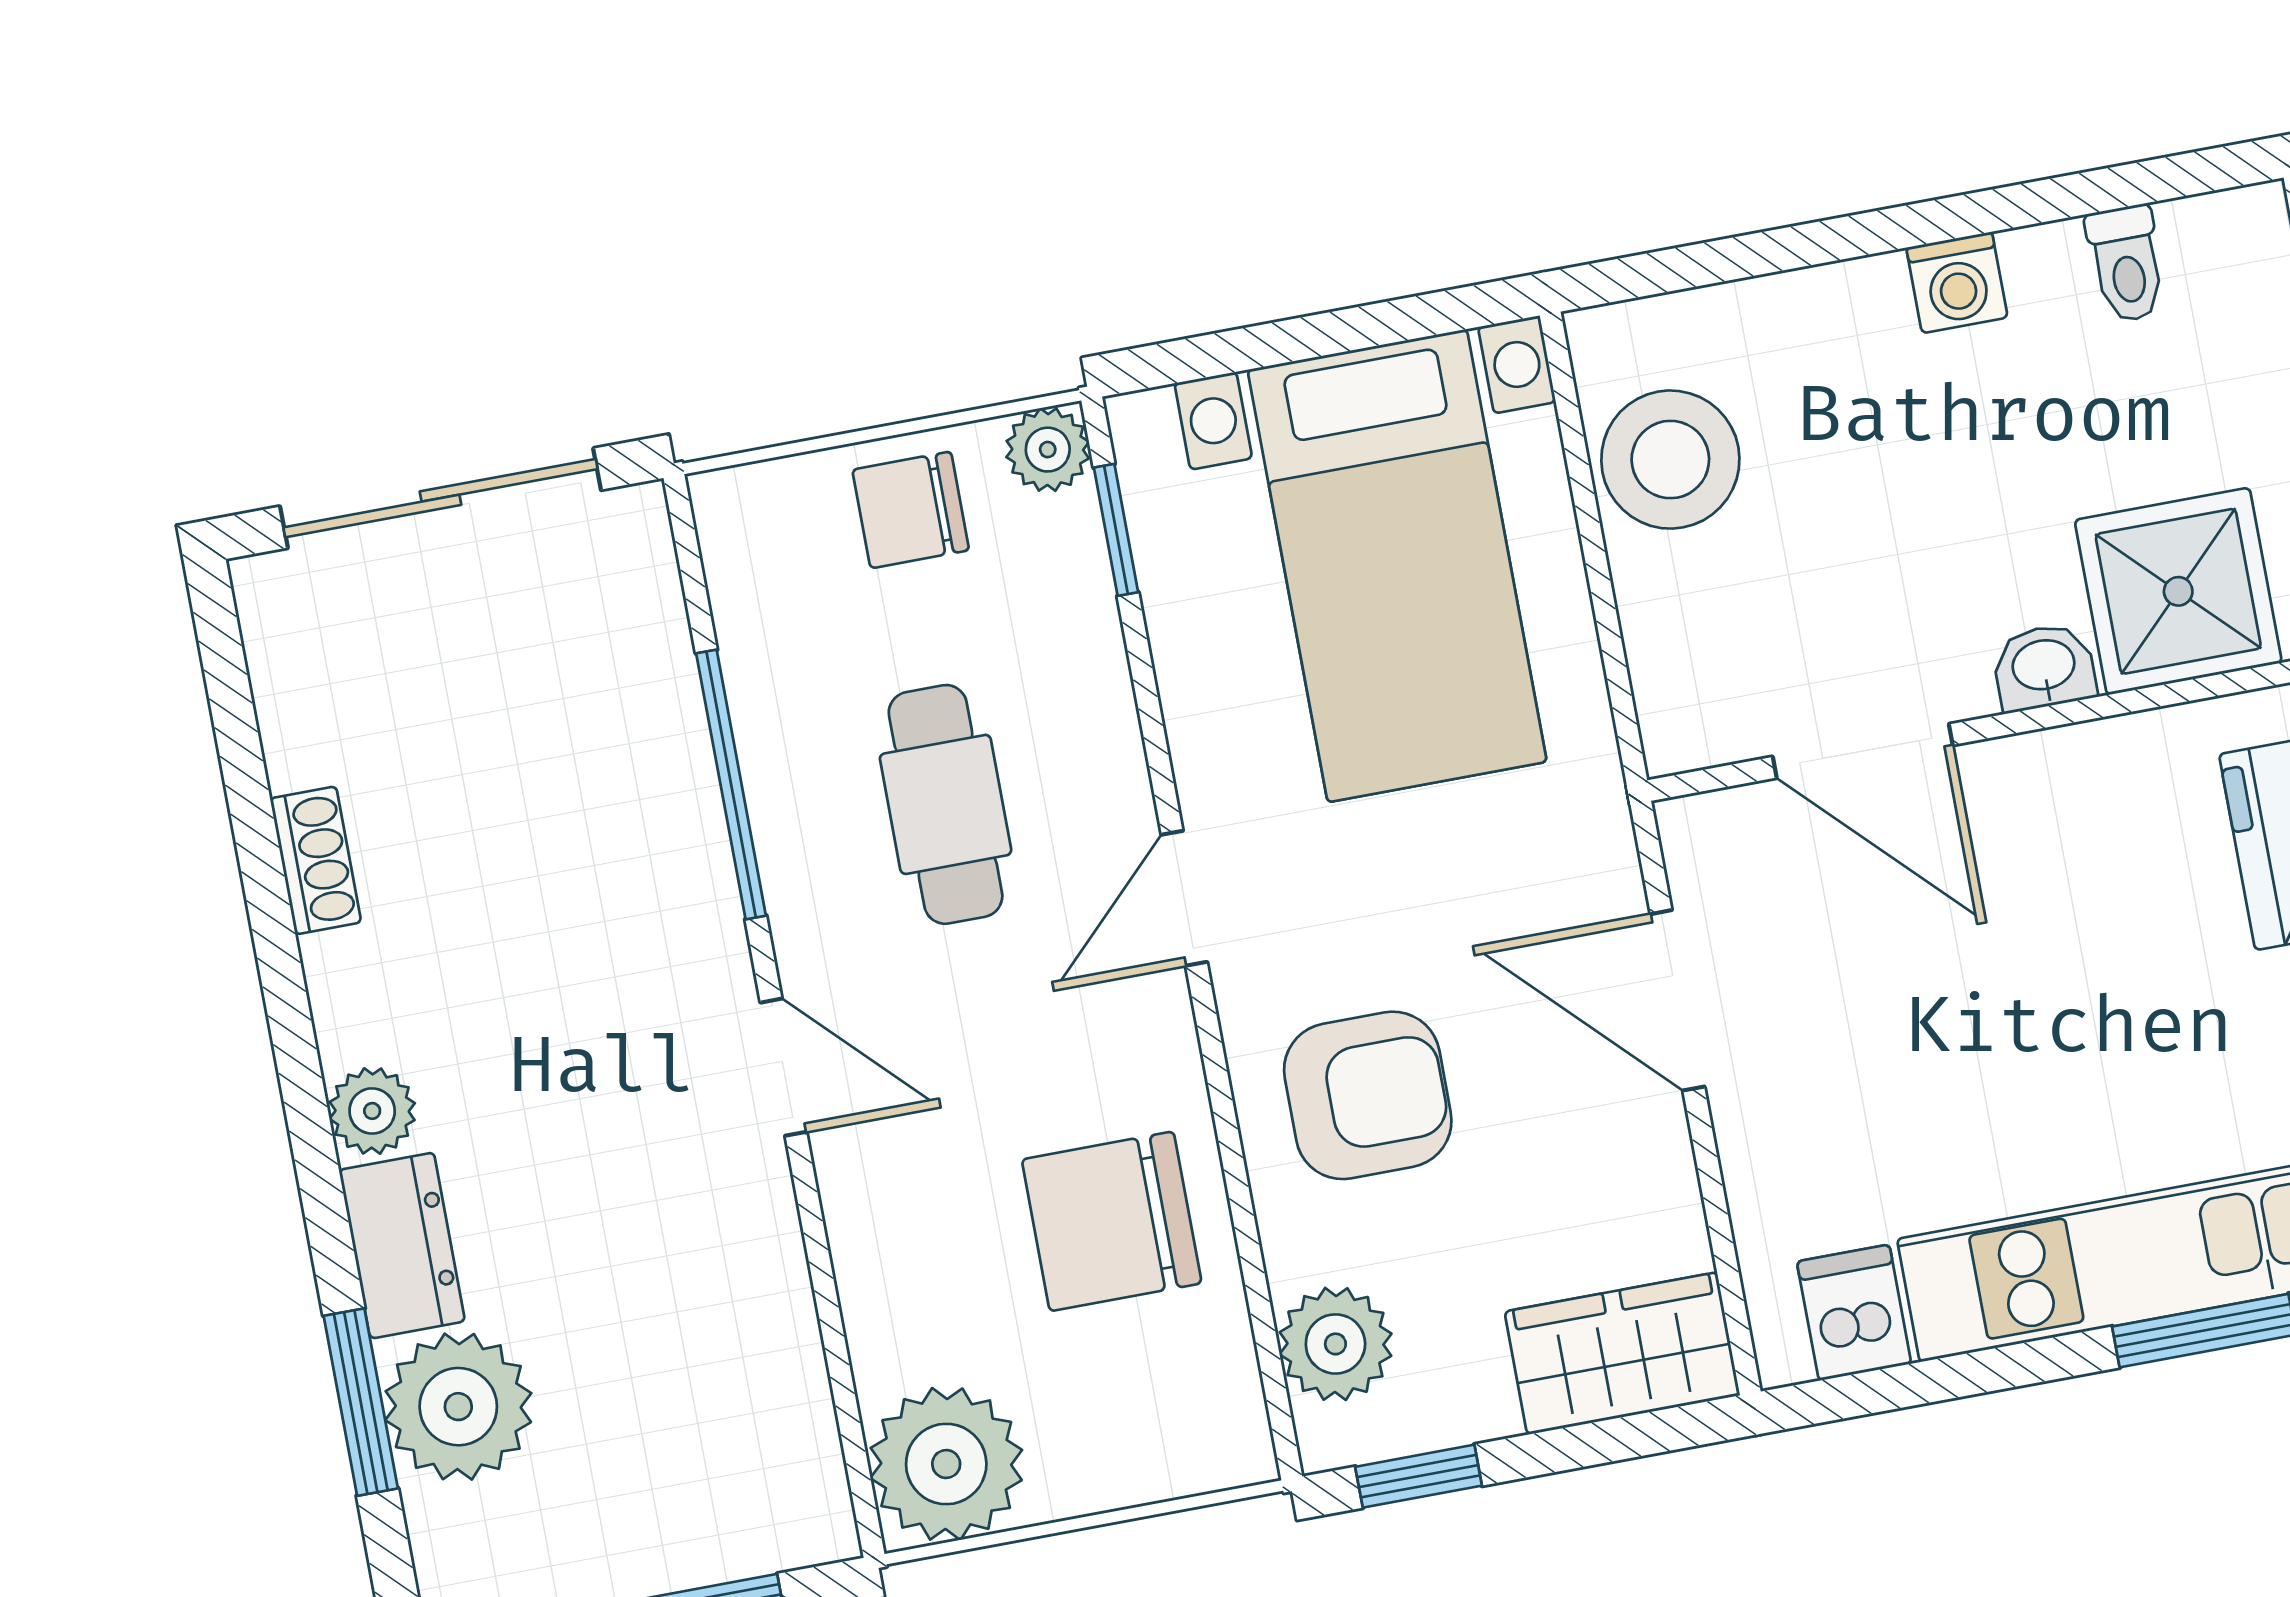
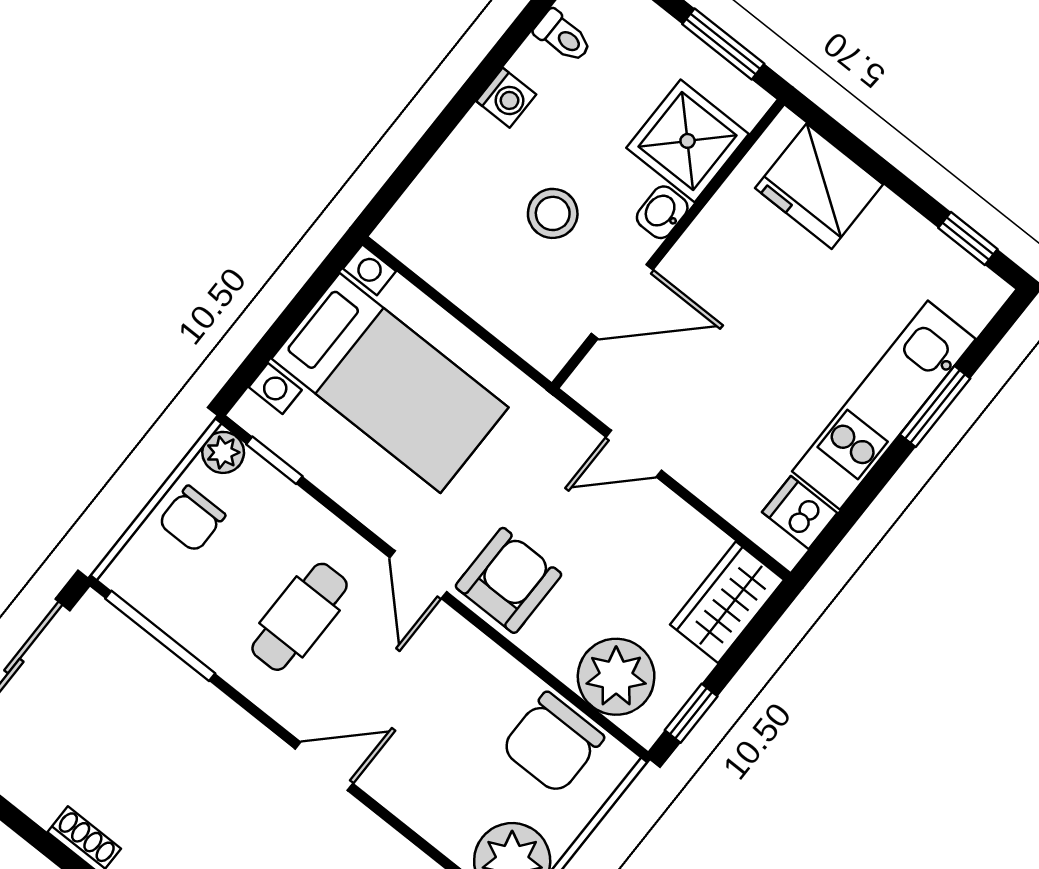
stool: (1670, 460) -> (553, 213), moved, width x0.73, depth x0.73
window: (731, 785) -> (160, 636), moved
cafe table: (946, 804) -> (300, 617), turned 90
door: (1677, 1000) -> (634, 454), width x0.73
armchair: (1368, 1095) -> (508, 580), moved
chair: (1112, 1221) -> (553, 743), moved
plant: (1335, 1344) -> (616, 677), width x1.36, depth x1.36

